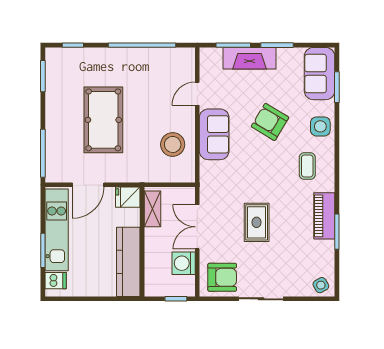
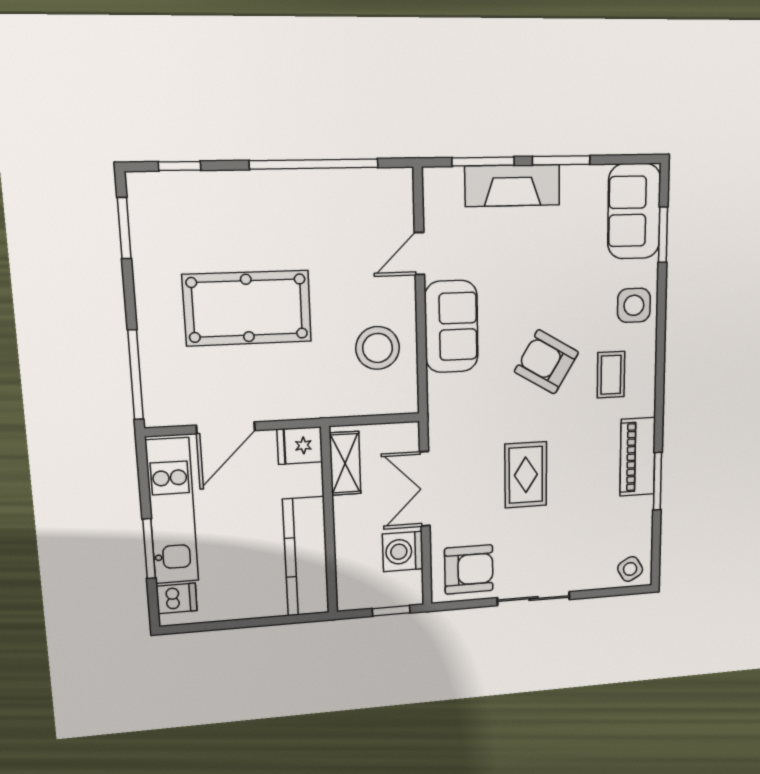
pool table: (103, 120) -> (247, 308), turned 90
armchair: (270, 122) -> (546, 362), moved

